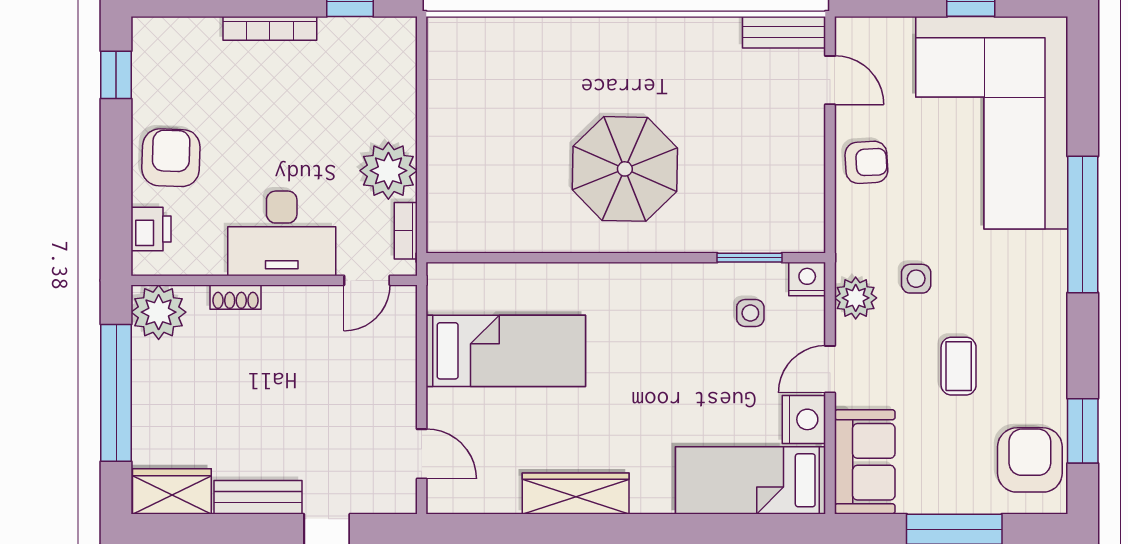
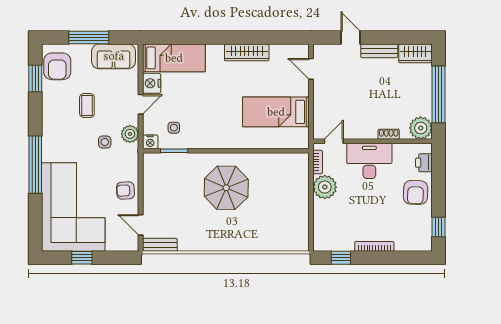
sofa: (865, 462) -> (114, 56), moved, turned -90

